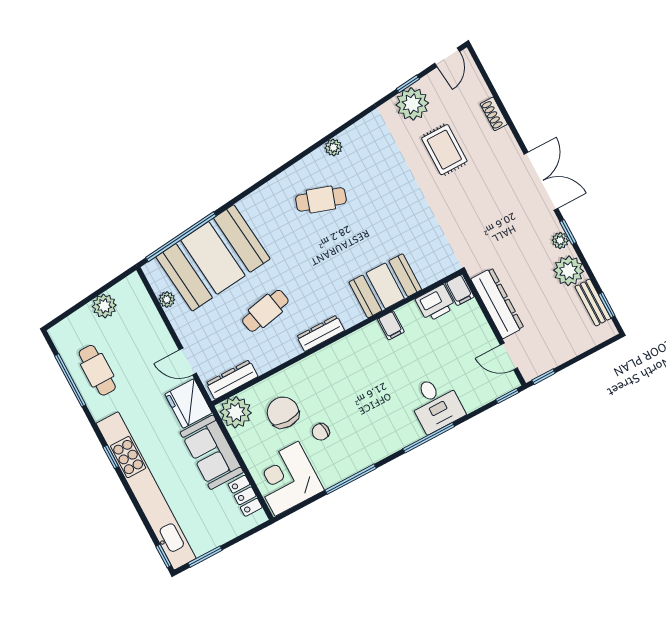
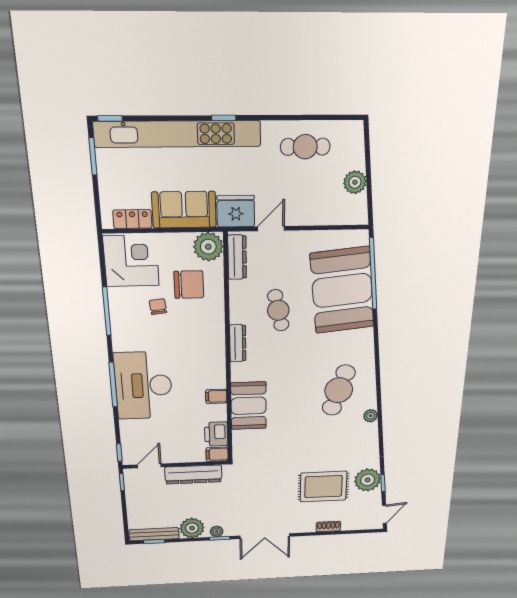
door: (447, 57) -> (384, 514), swing flipped
rug: (444, 150) -> (323, 487), width x1.36, depth x1.43
cafe table: (321, 199) -> (339, 390), width x1.37, depth x1.35
plant: (167, 300) -> (331, 237), removed
bench: (593, 303) -> (154, 534), width x1.36
window: (70, 380) -> (310, 117), removed
desk: (436, 404) -> (143, 386), width x1.87, depth x1.30

